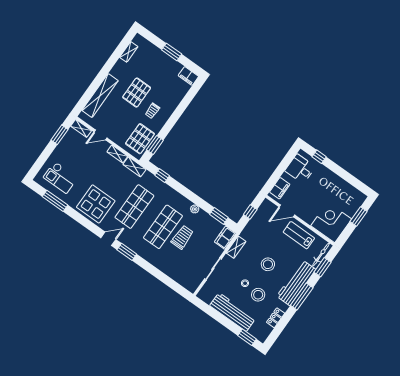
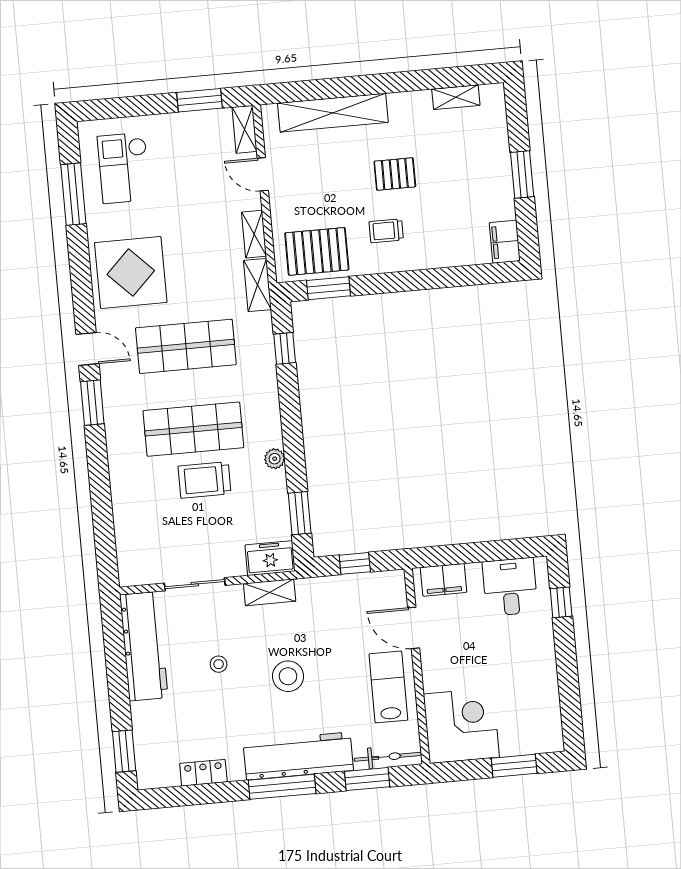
pallet: (137, 93) -> (395, 174), width x0.67, depth x0.71
trolley: (182, 237) -> (204, 480), turned 180
stool: (258, 295) -> (218, 706), removed
workbench: (233, 312) -> (144, 646), moved

